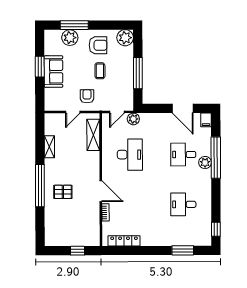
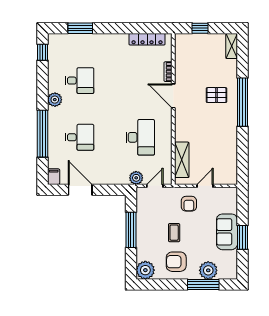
shelving: (49, 147) -> (232, 46), moved
desk: (130, 155) -> (140, 137), turned 180
plant: (205, 163) -> (55, 100), moved

